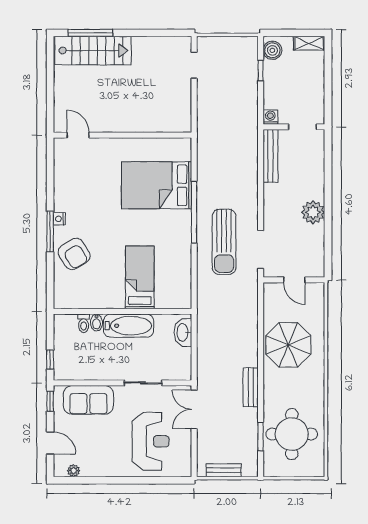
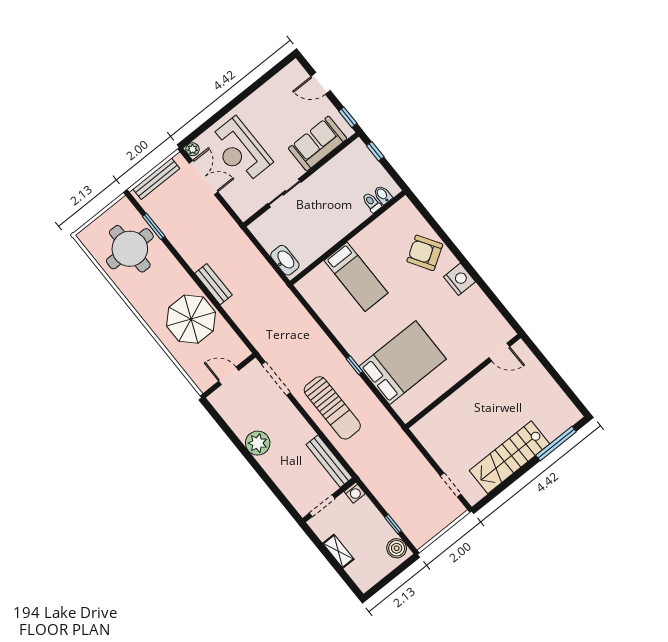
shelving: (309, 43) -> (338, 551), moved, turned 90
stairs: (93, 51) -> (510, 457), moved
window: (194, 212) -> (354, 365), width x0.32
nightstand: (59, 219) -> (460, 279), width x1.89, depth x1.79
window: (50, 232) -> (459, 255), removed
sun lounger: (224, 242) -> (332, 408), moved, turned 180
bidet: (96, 323) -> (383, 195), moved
bathtub: (129, 326) -> (334, 230), removed
bench: (251, 387) -> (213, 284), moved
double door: (194, 409) -> (203, 178), moved
bench: (224, 470) -> (156, 179), width x1.36
plant: (74, 471) -> (193, 149), moved

